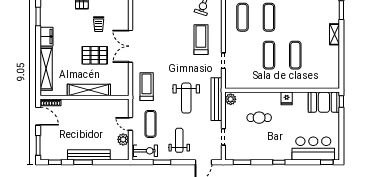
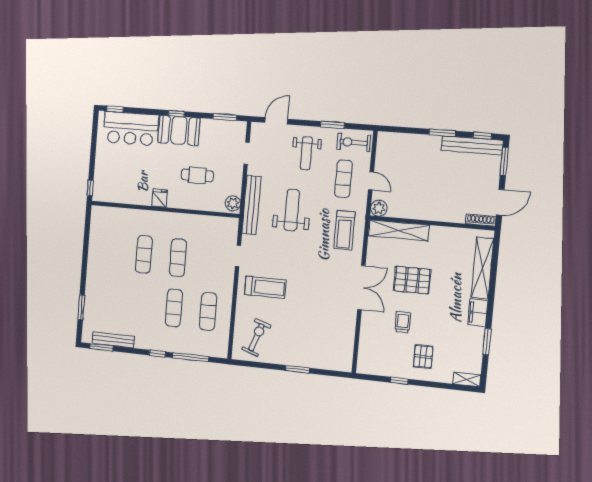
shelving: (335, 34) -> (92, 277), removed
treadmill: (201, 40) -> (265, 287), turned -90
shelving: (89, 90) -> (399, 230), moved
booth: (324, 102) -> (179, 130), moved
door: (38, 116) -> (500, 202), swing flipped
plant: (123, 139) -> (379, 208), moved
bench: (89, 155) -> (472, 145), moved

